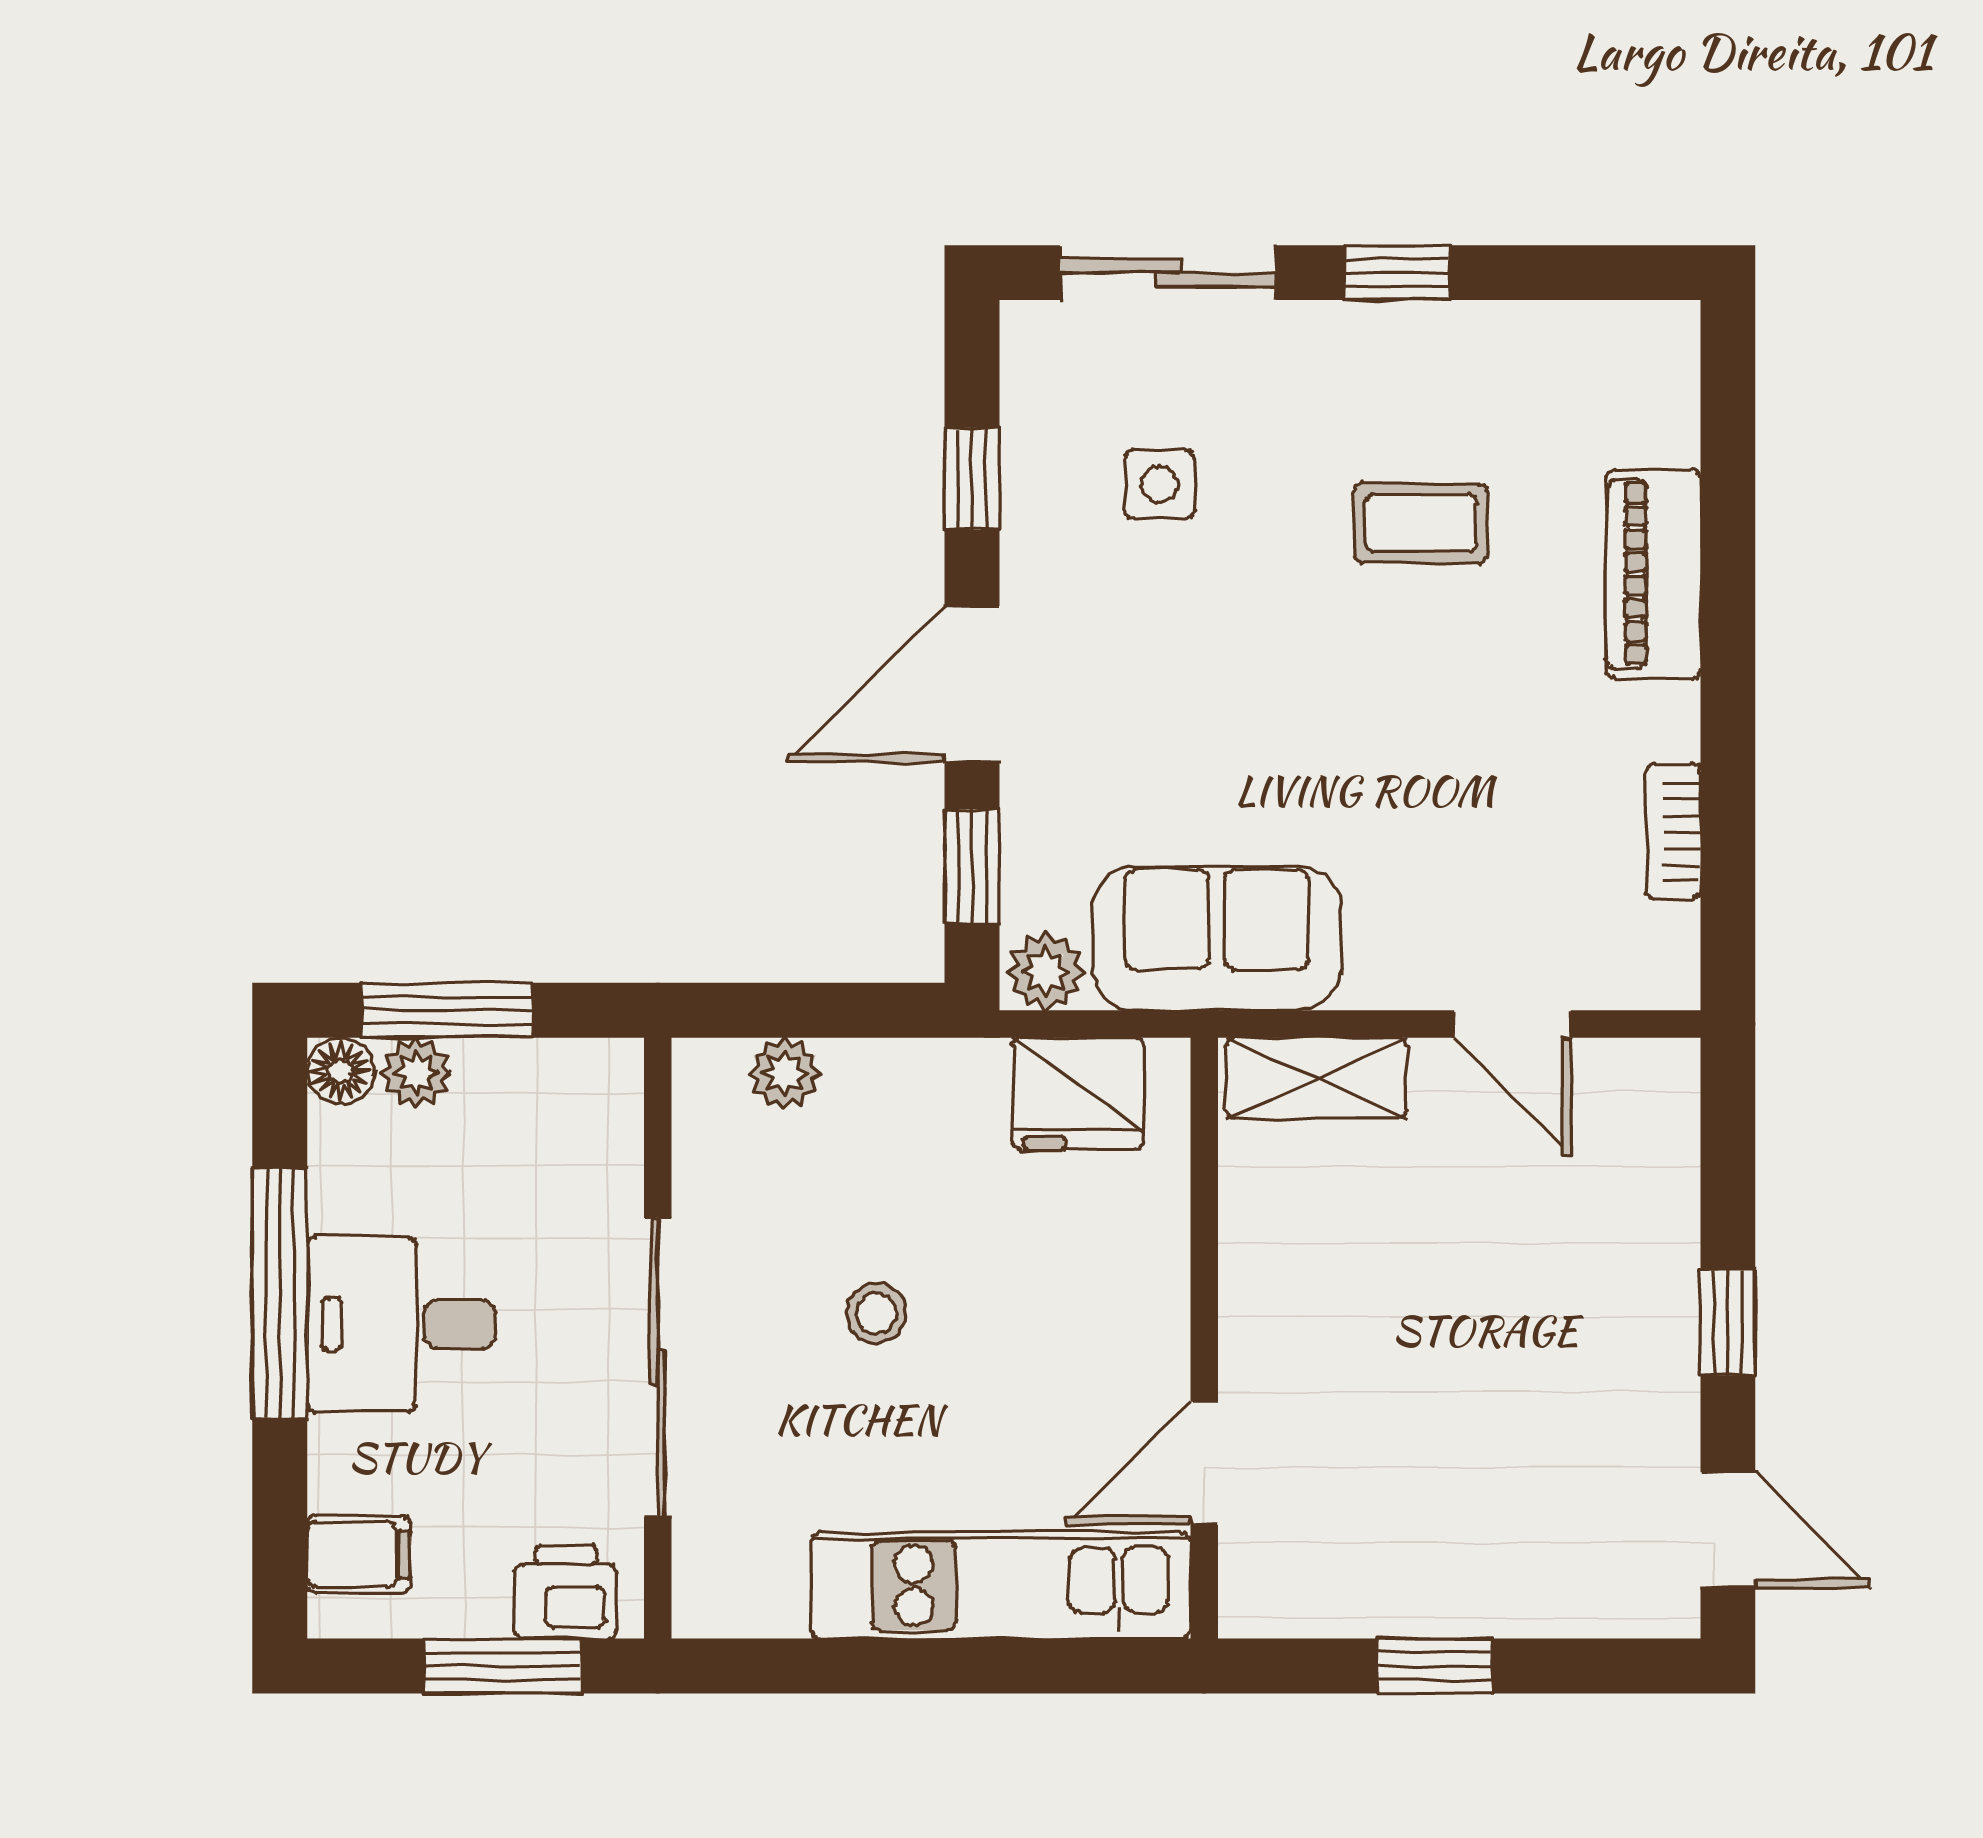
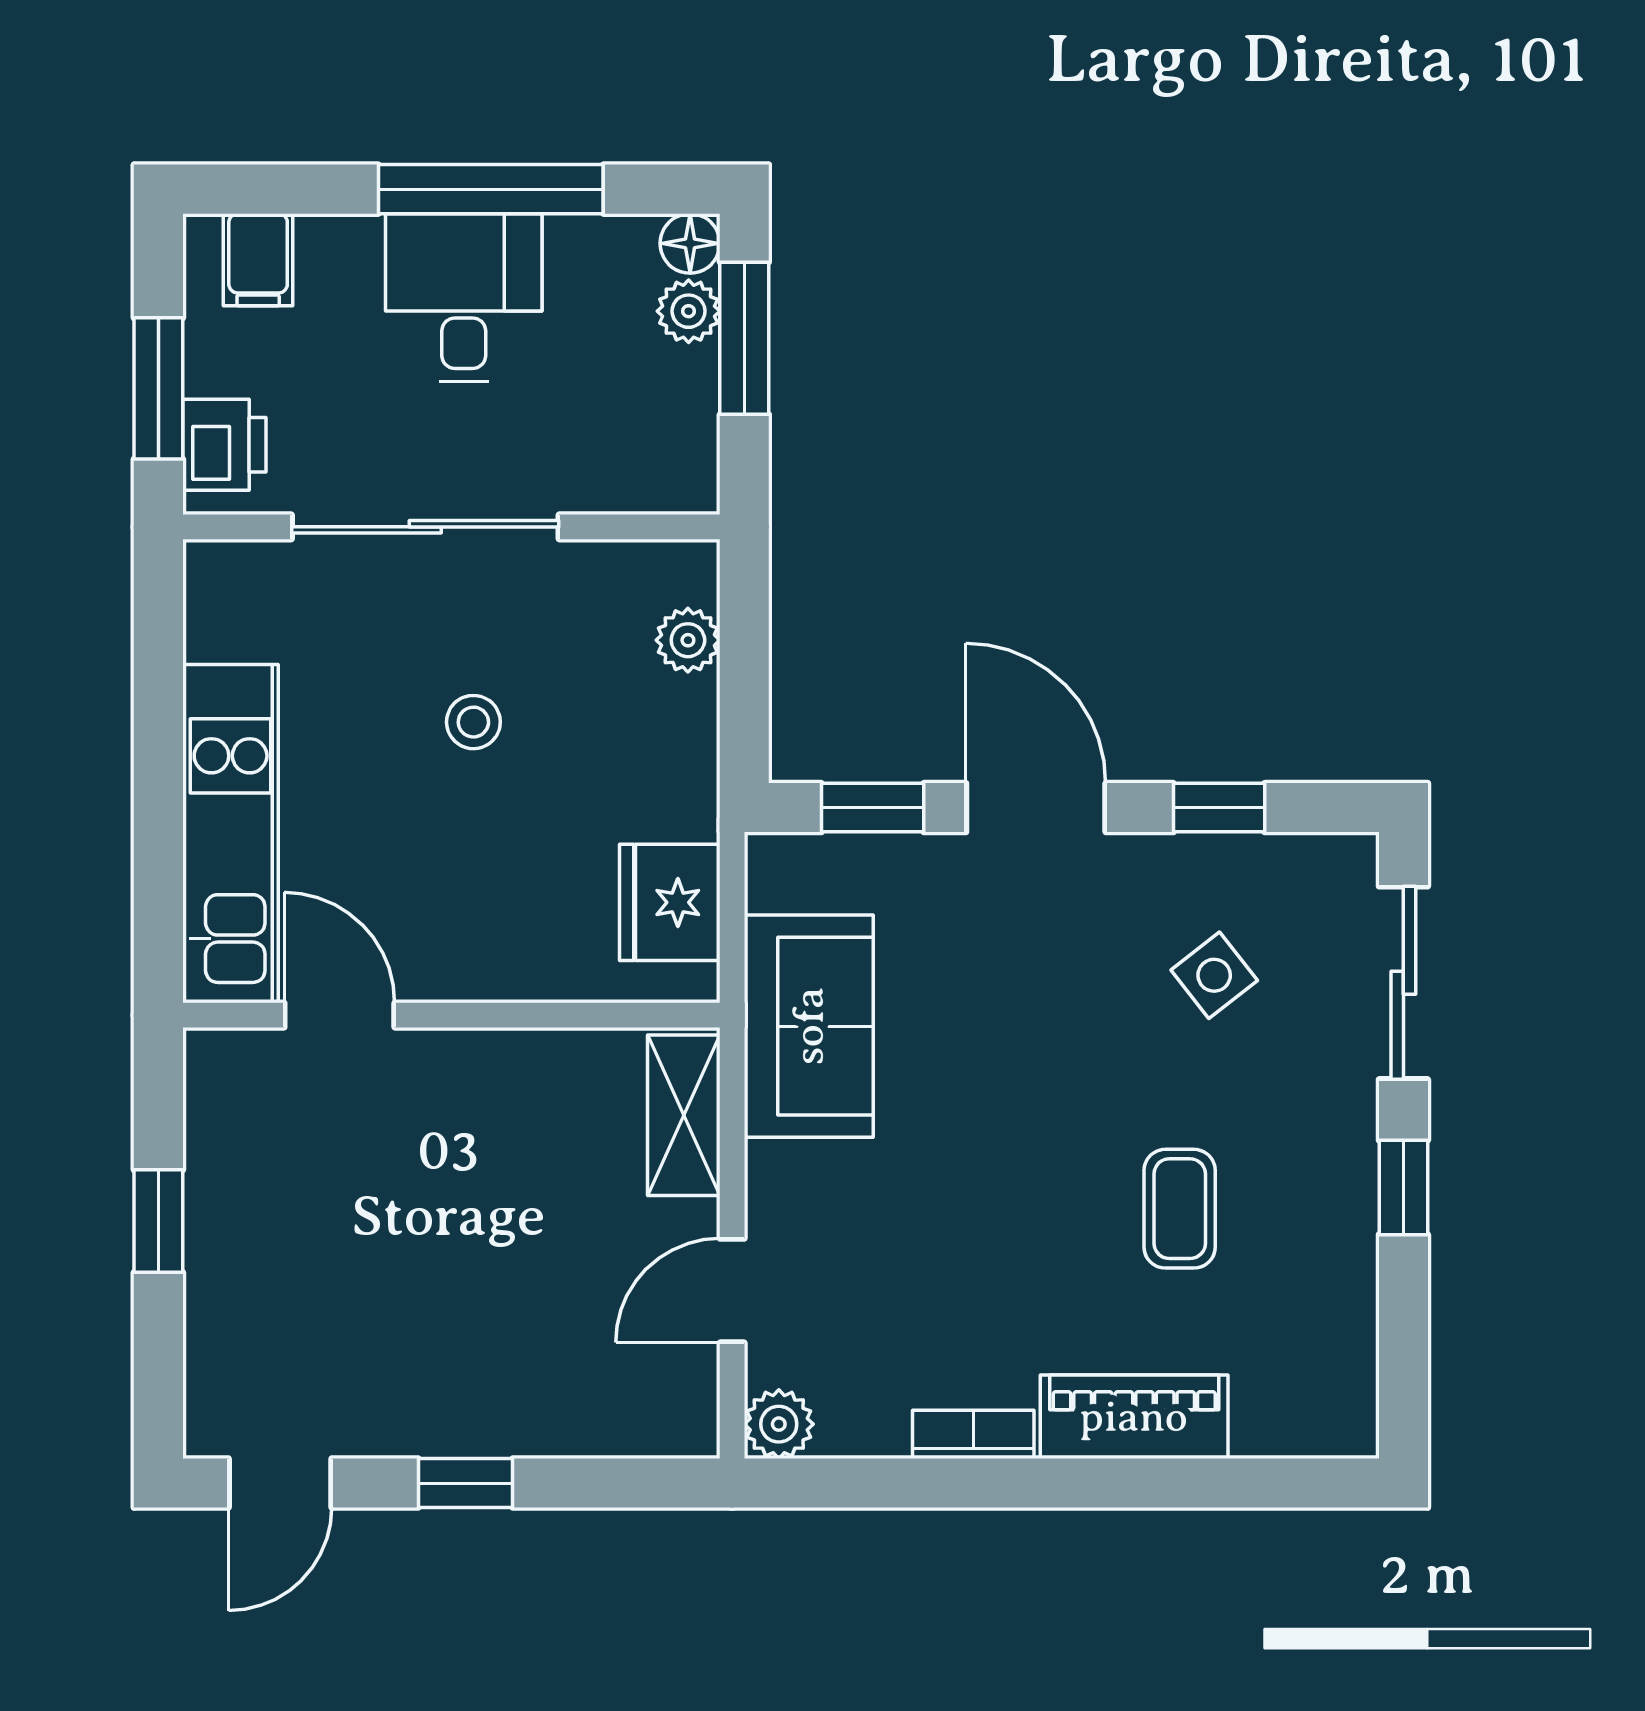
side table: (1160, 484) -> (1214, 975), turned -38
bookcase: (1673, 832) -> (973, 1434), moved
plant: (1046, 972) -> (779, 1424), moved

